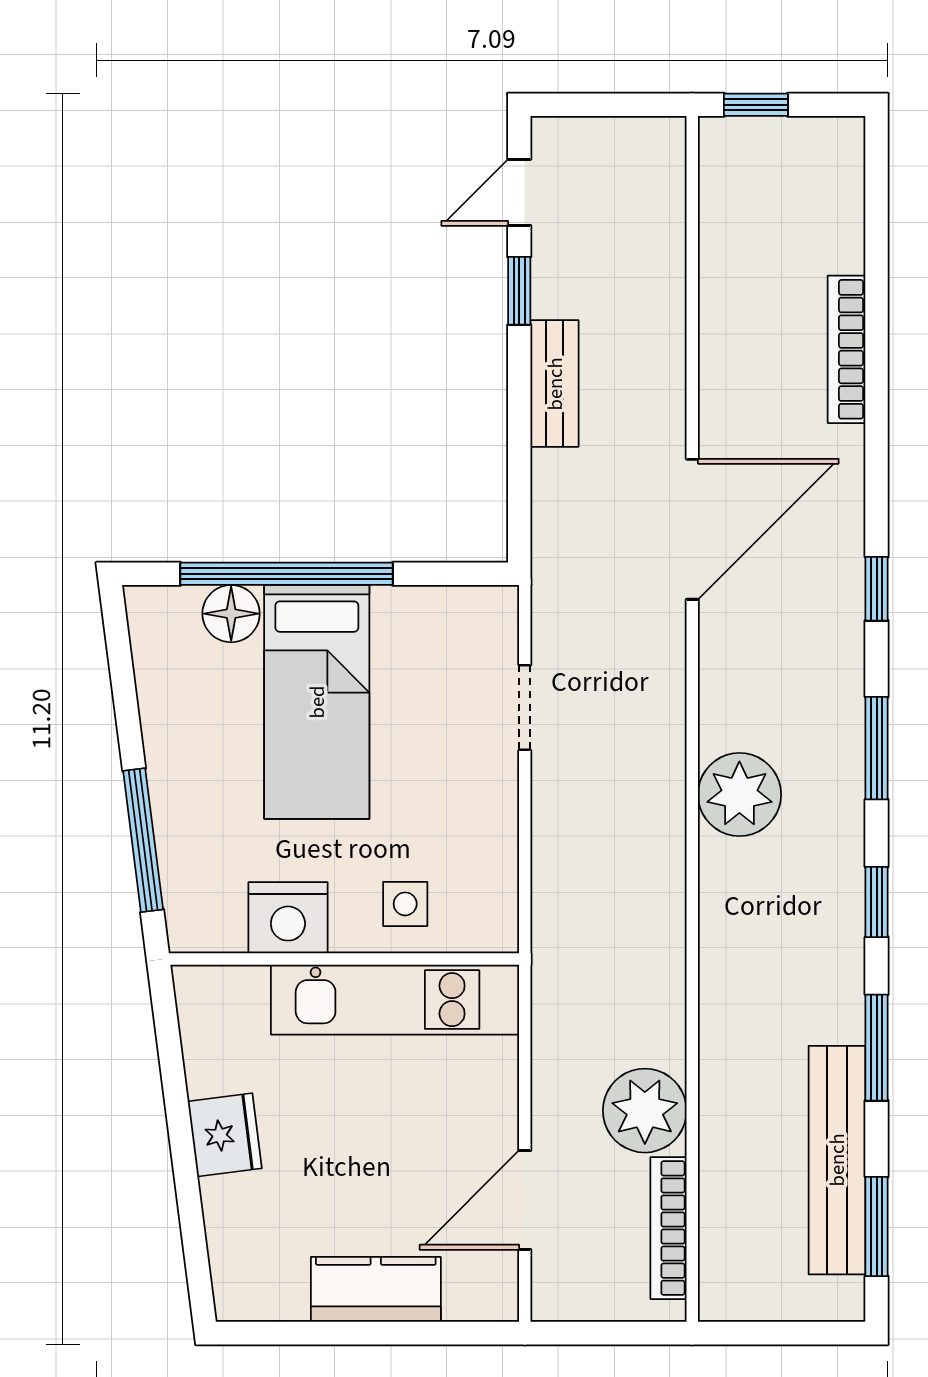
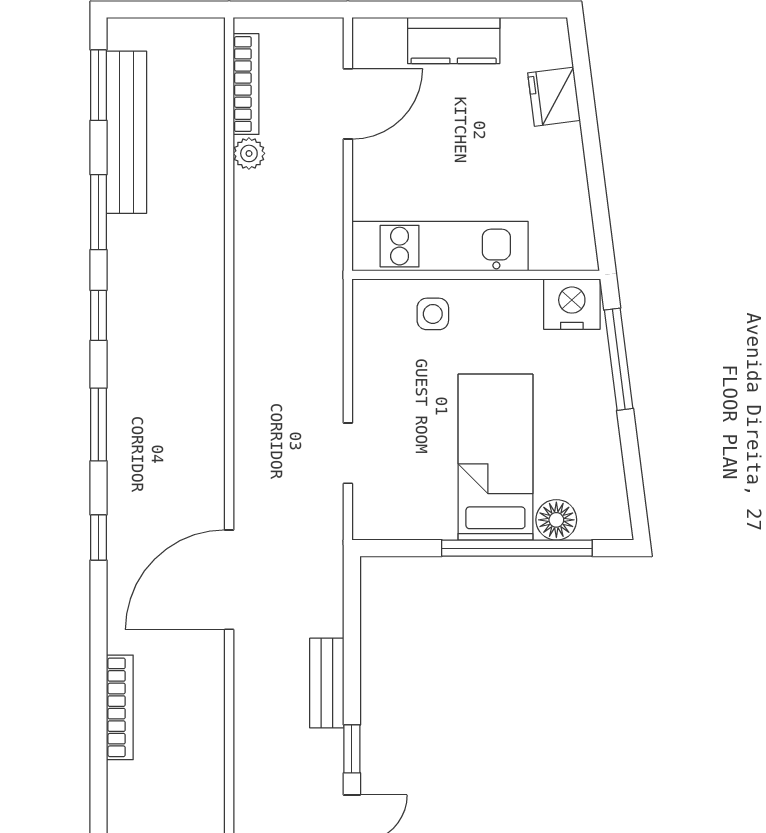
plant: (739, 795) -> (196, 392), removed
nightstand: (288, 918) -> (572, 304), moved
plant: (645, 1111) -> (249, 153), width x0.53, depth x0.53
fridge: (225, 1135) -> (554, 97), moved

